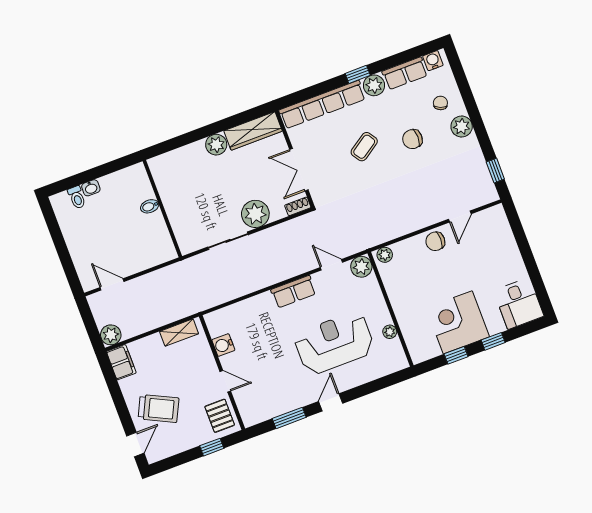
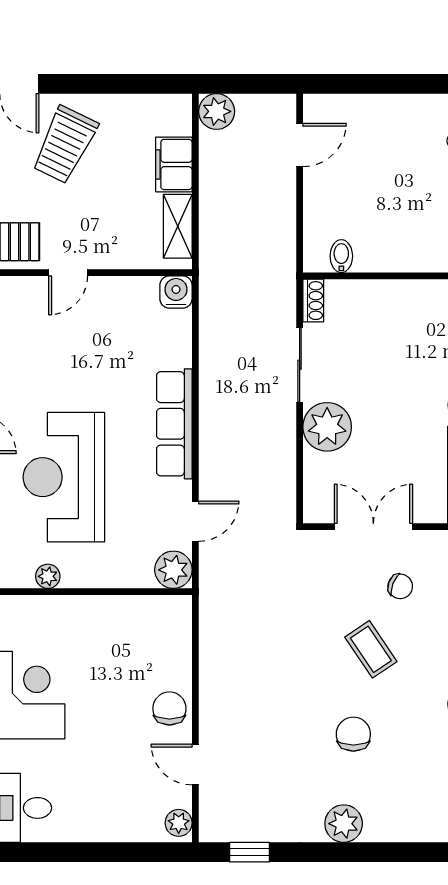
chair: (440, 103) -> (400, 586), moved
bidet: (150, 206) -> (341, 256), moved
shoe rack: (298, 206) -> (313, 301), moved
plant: (385, 255) -> (179, 823), moved
row of seats: (293, 292) -> (174, 424), width x1.48
reception desk: (334, 343) -> (64, 477), turned 180
water cooler: (223, 345) -> (176, 292), moved
filing cabinet: (121, 362) -> (174, 164), moved, turned 90

